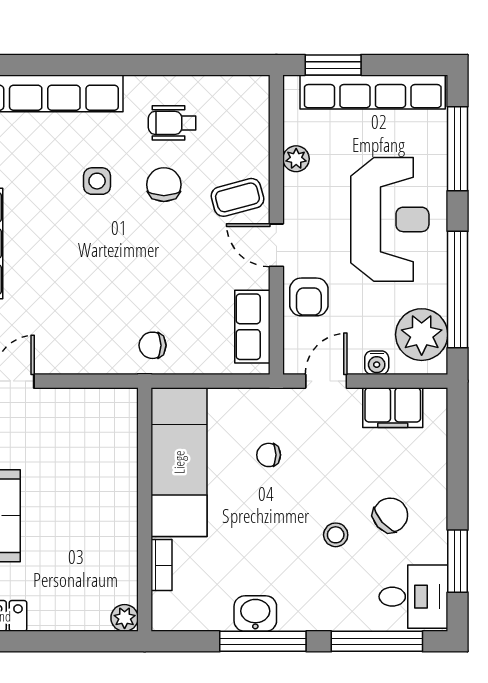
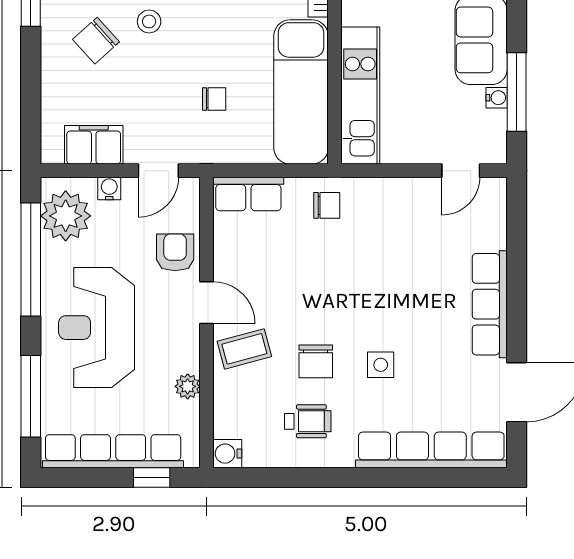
window: (333, 65) -> (152, 477), width x0.67
water cooler: (255, 90) -> (227, 454), added
row of seats: (252, 327) -> (248, 194), moved, turned 90
kitchen unit: (118, 458) -> (360, 96), added

